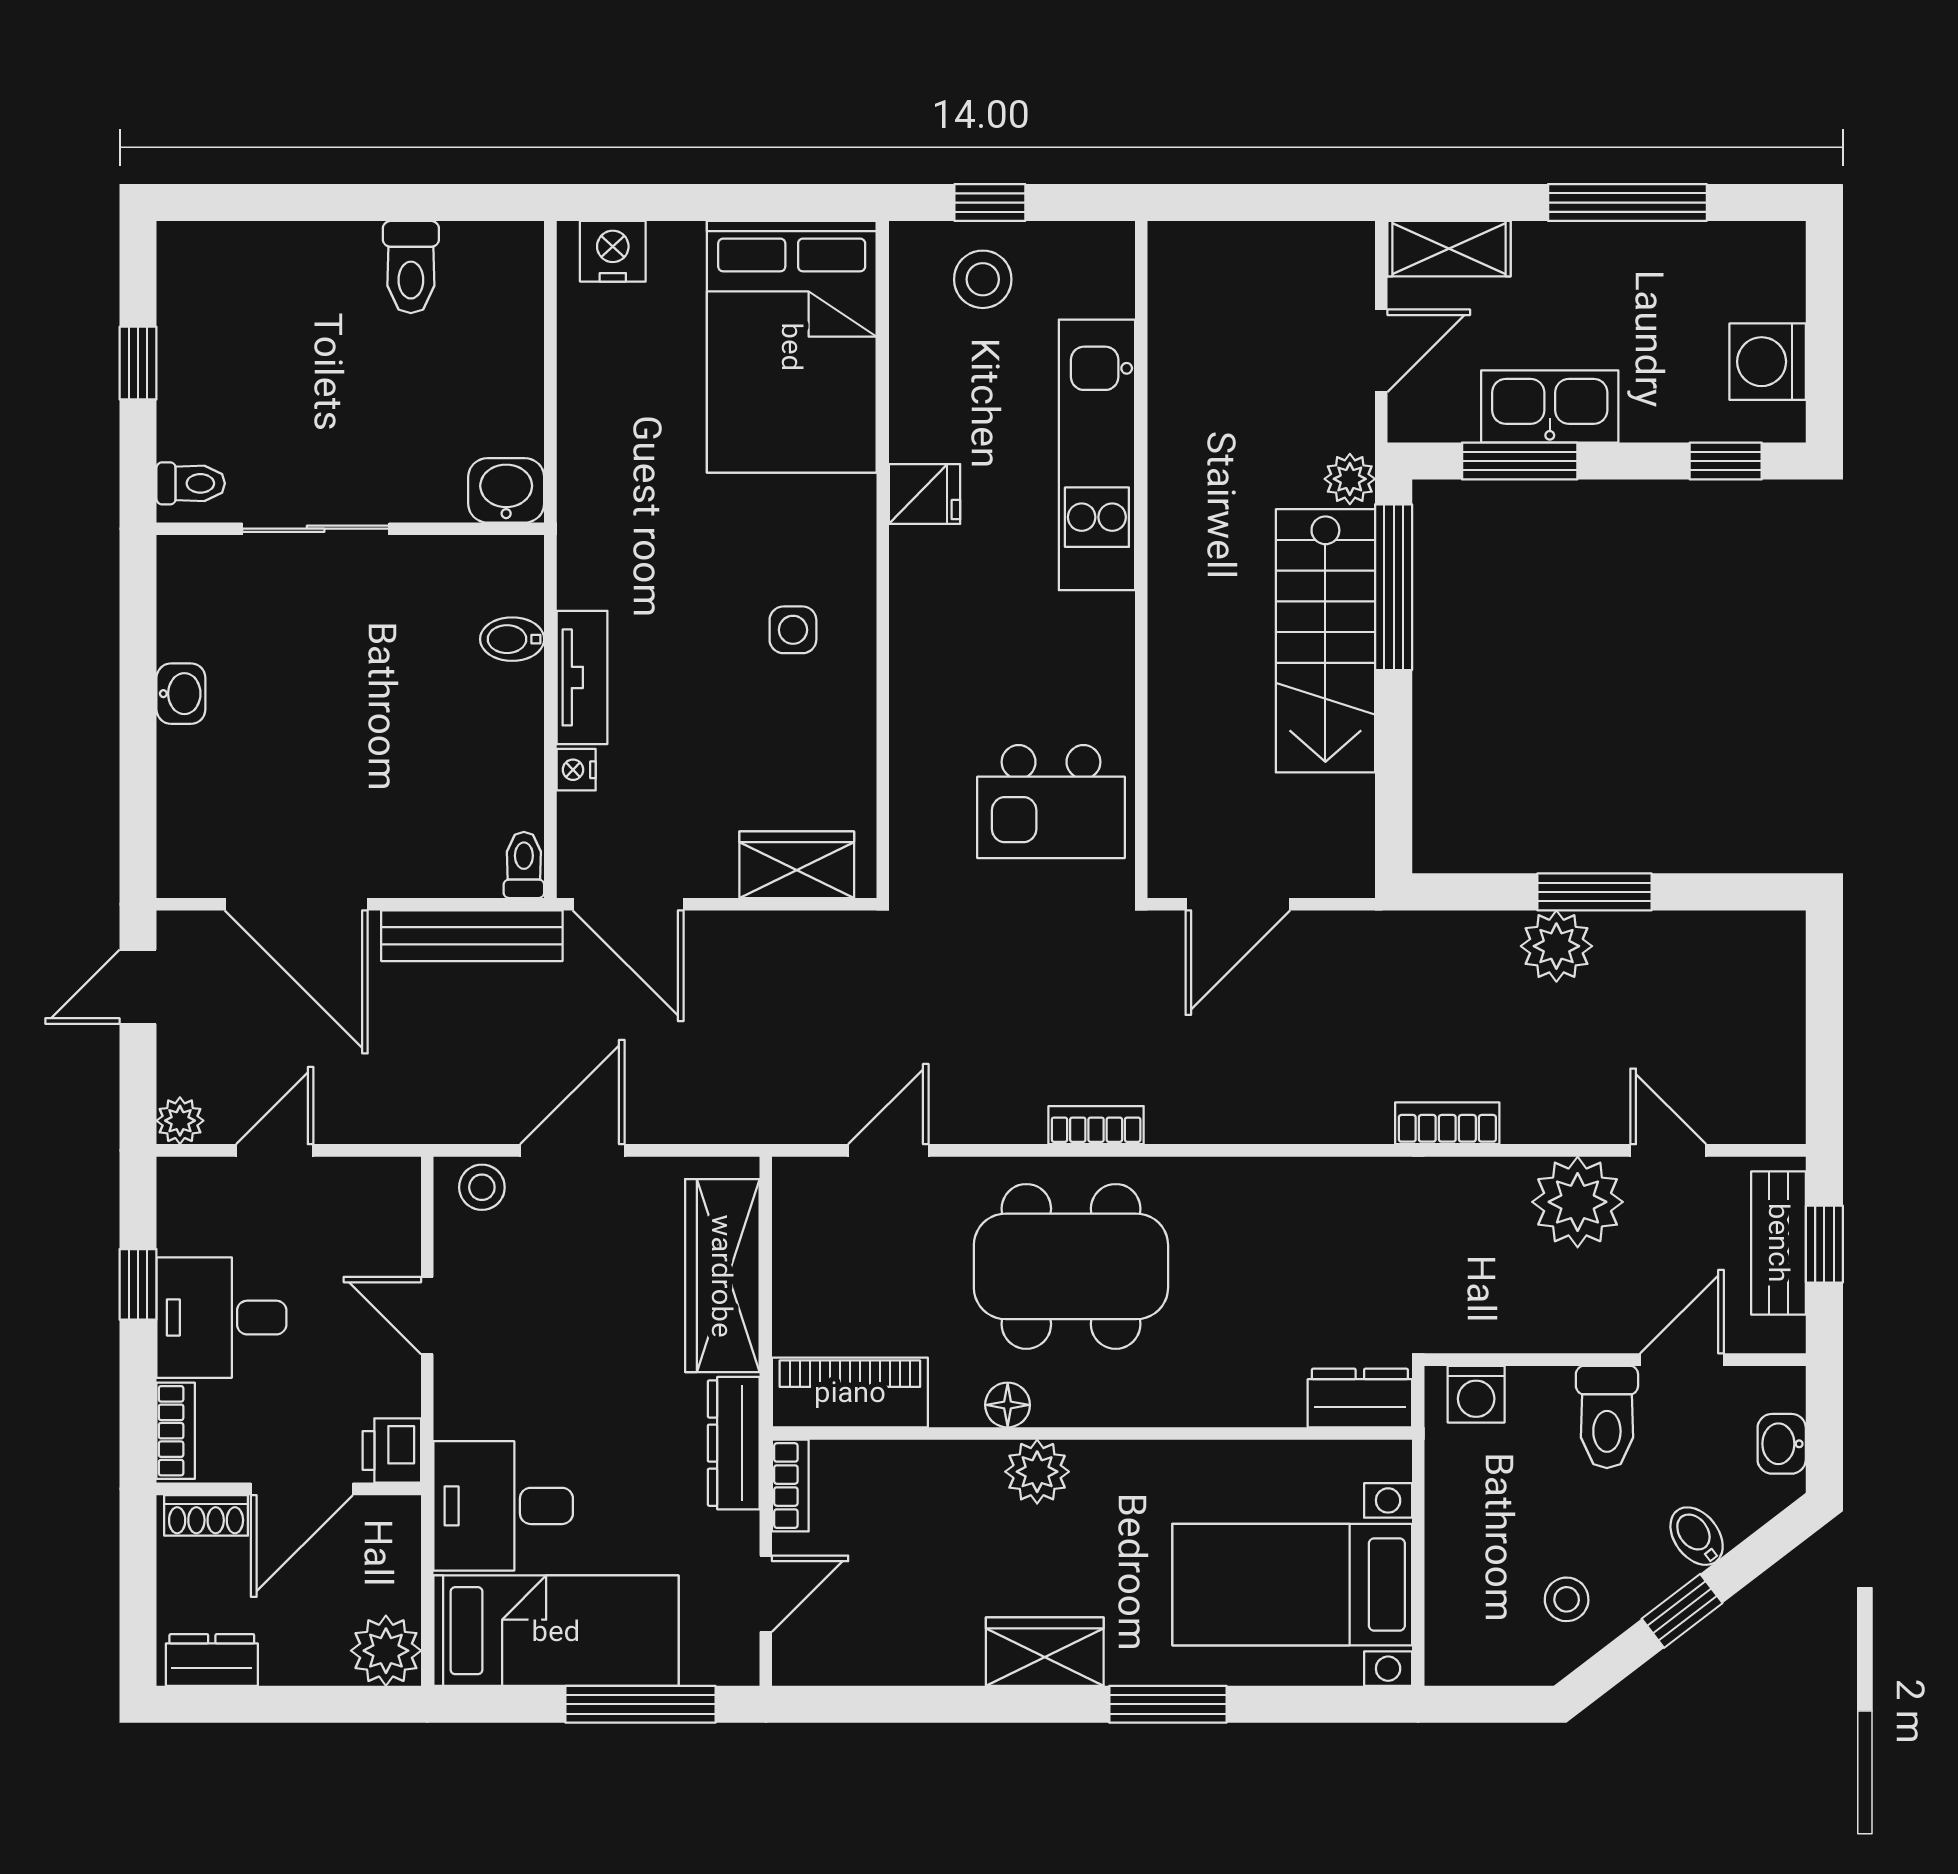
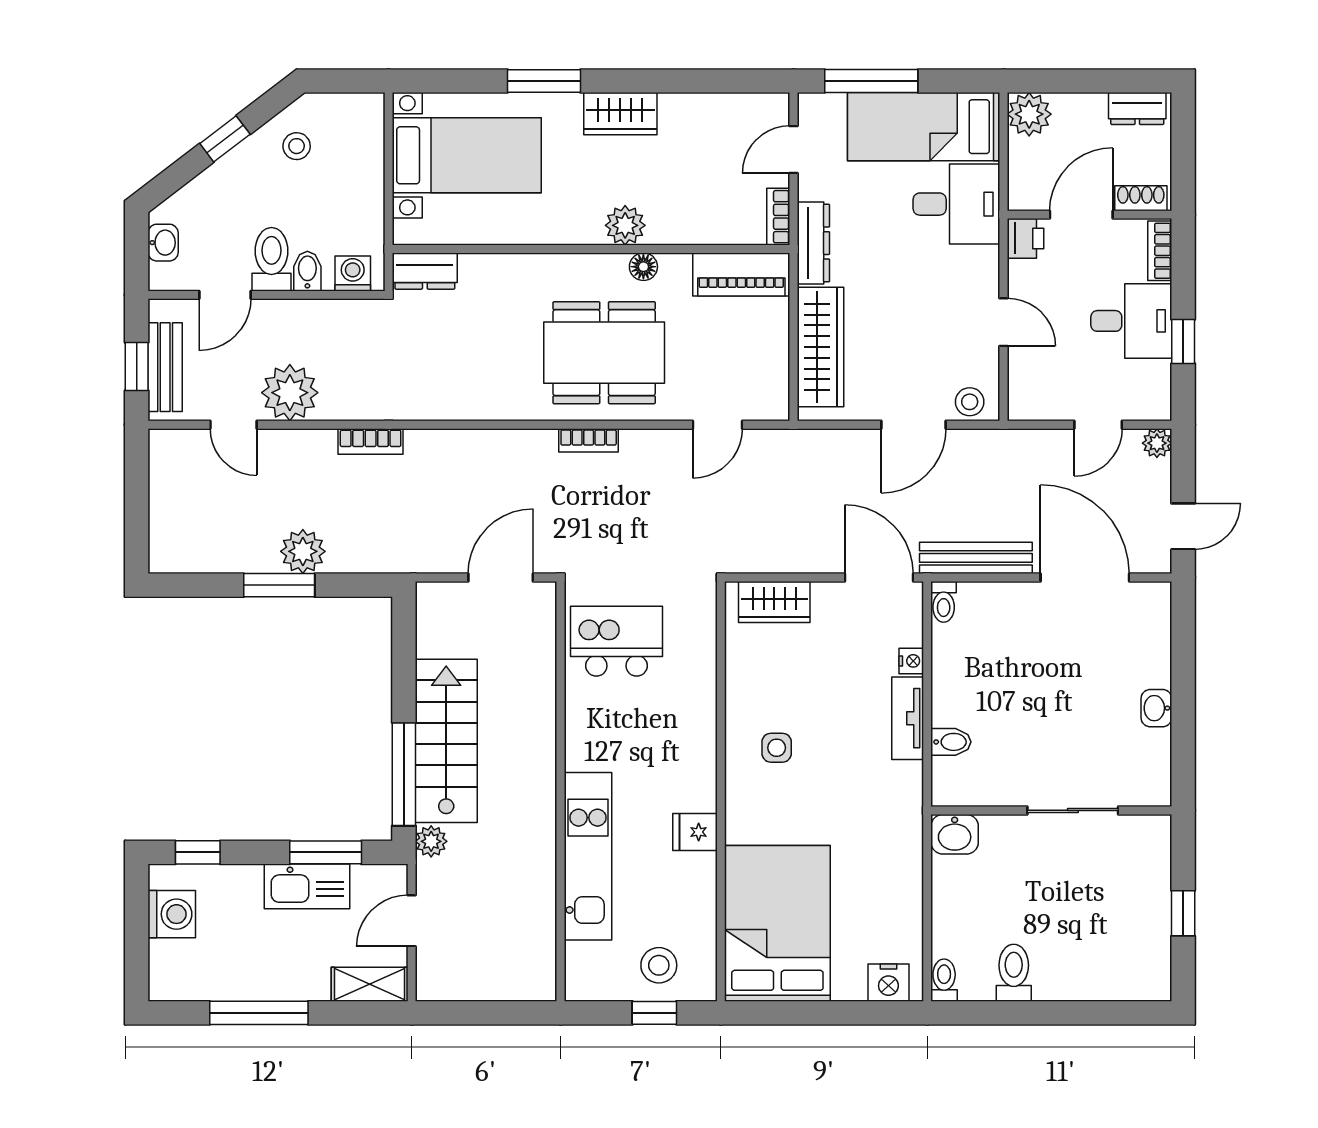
toilet: (191, 483) -> (944, 980), moved, turned 90
bidet: (1697, 1536) -> (307, 271), moved, turned -143

